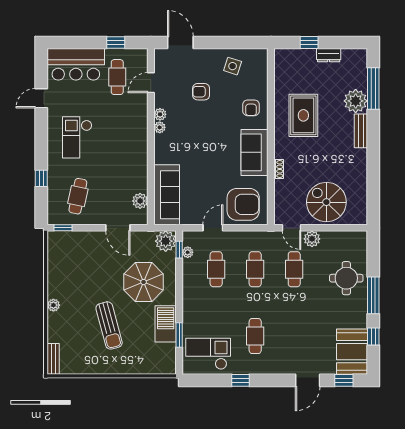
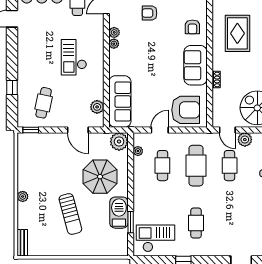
checkout: (77, 137) -> (74, 57), moved
window: (179, 250) -> (131, 149), removed
cafe table: (255, 269) -> (196, 166), width x1.37, depth x1.35

